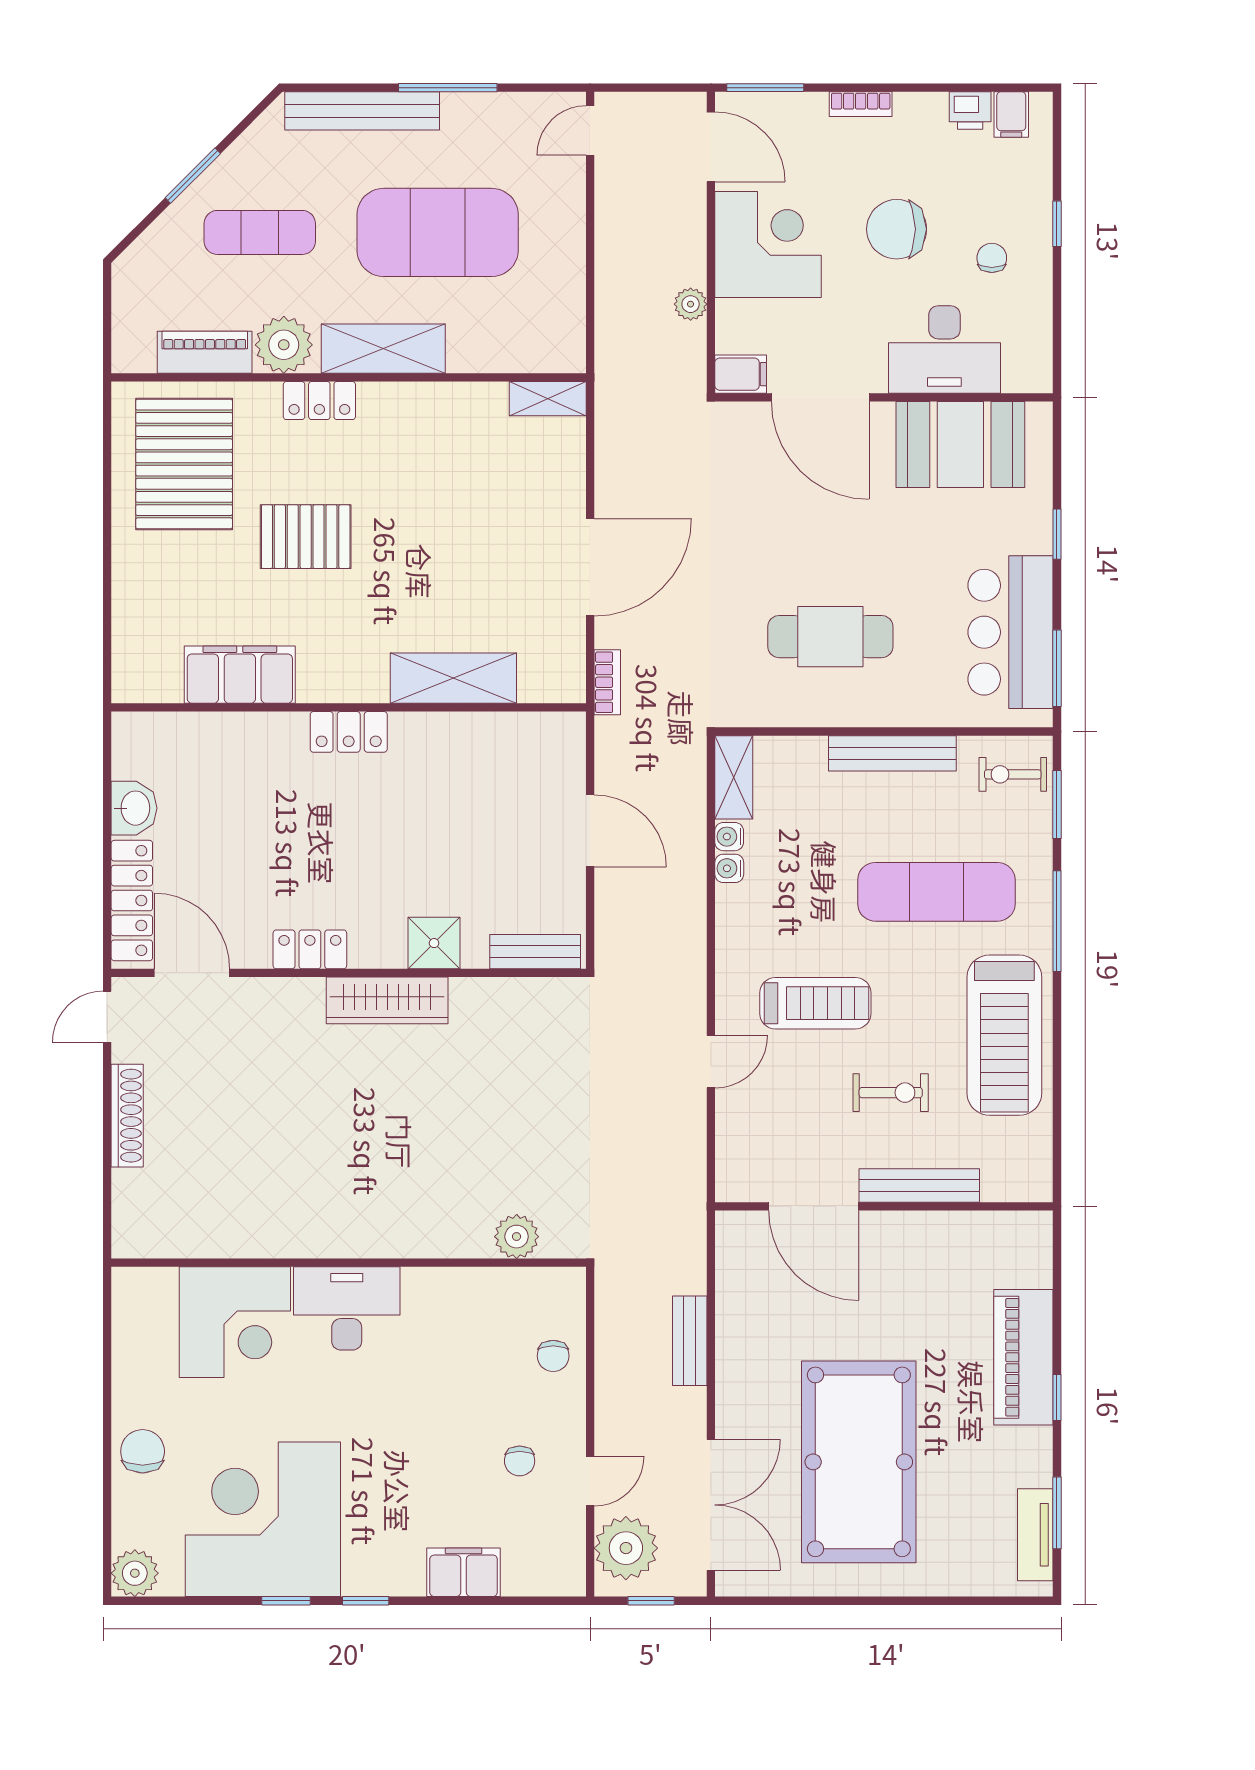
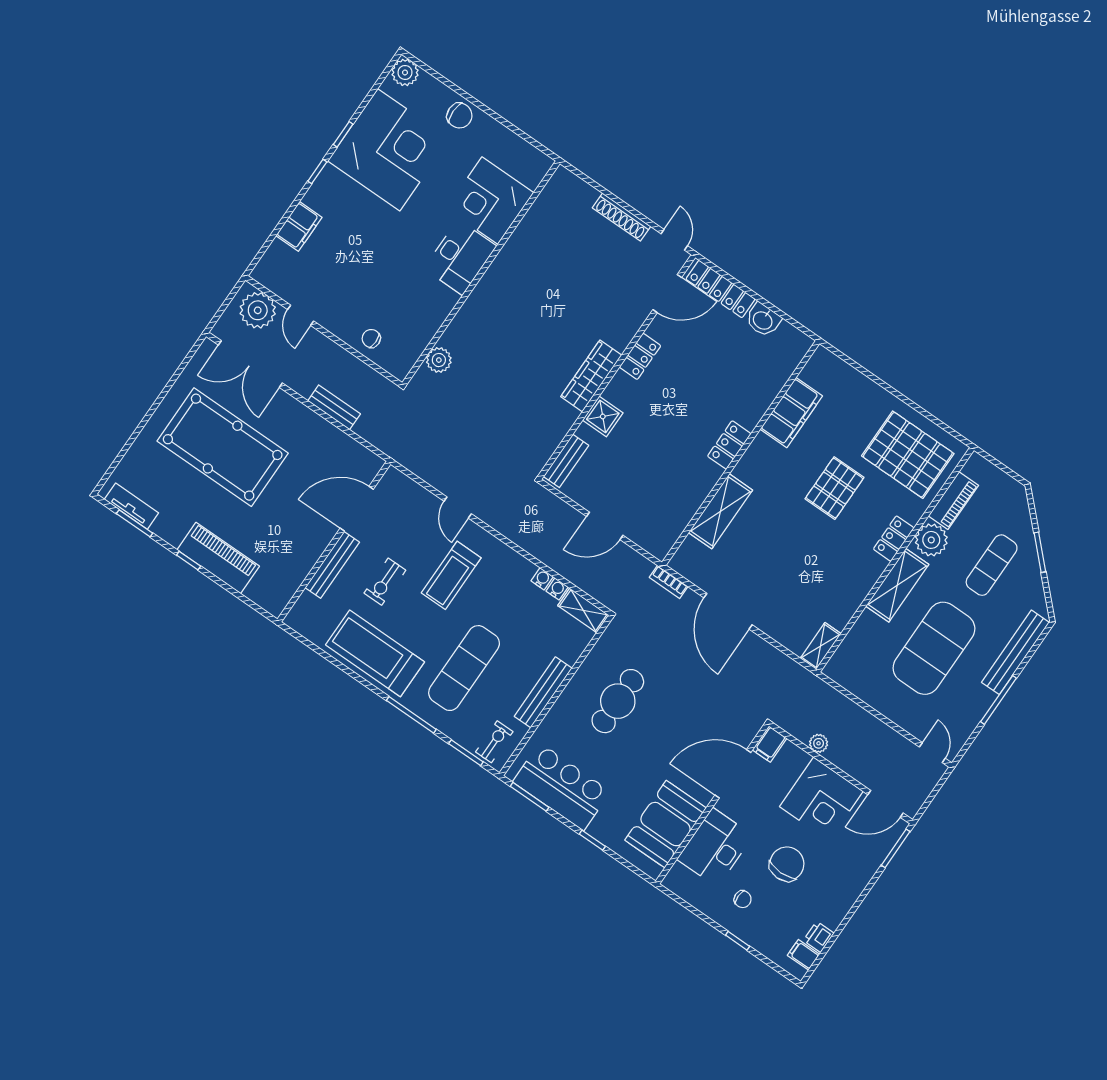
bookcase: (861, 104) -> (857, 888), removed
chair: (520, 1461) -> (333, 289), removed
window: (651, 1601) -> (225, 305), removed

